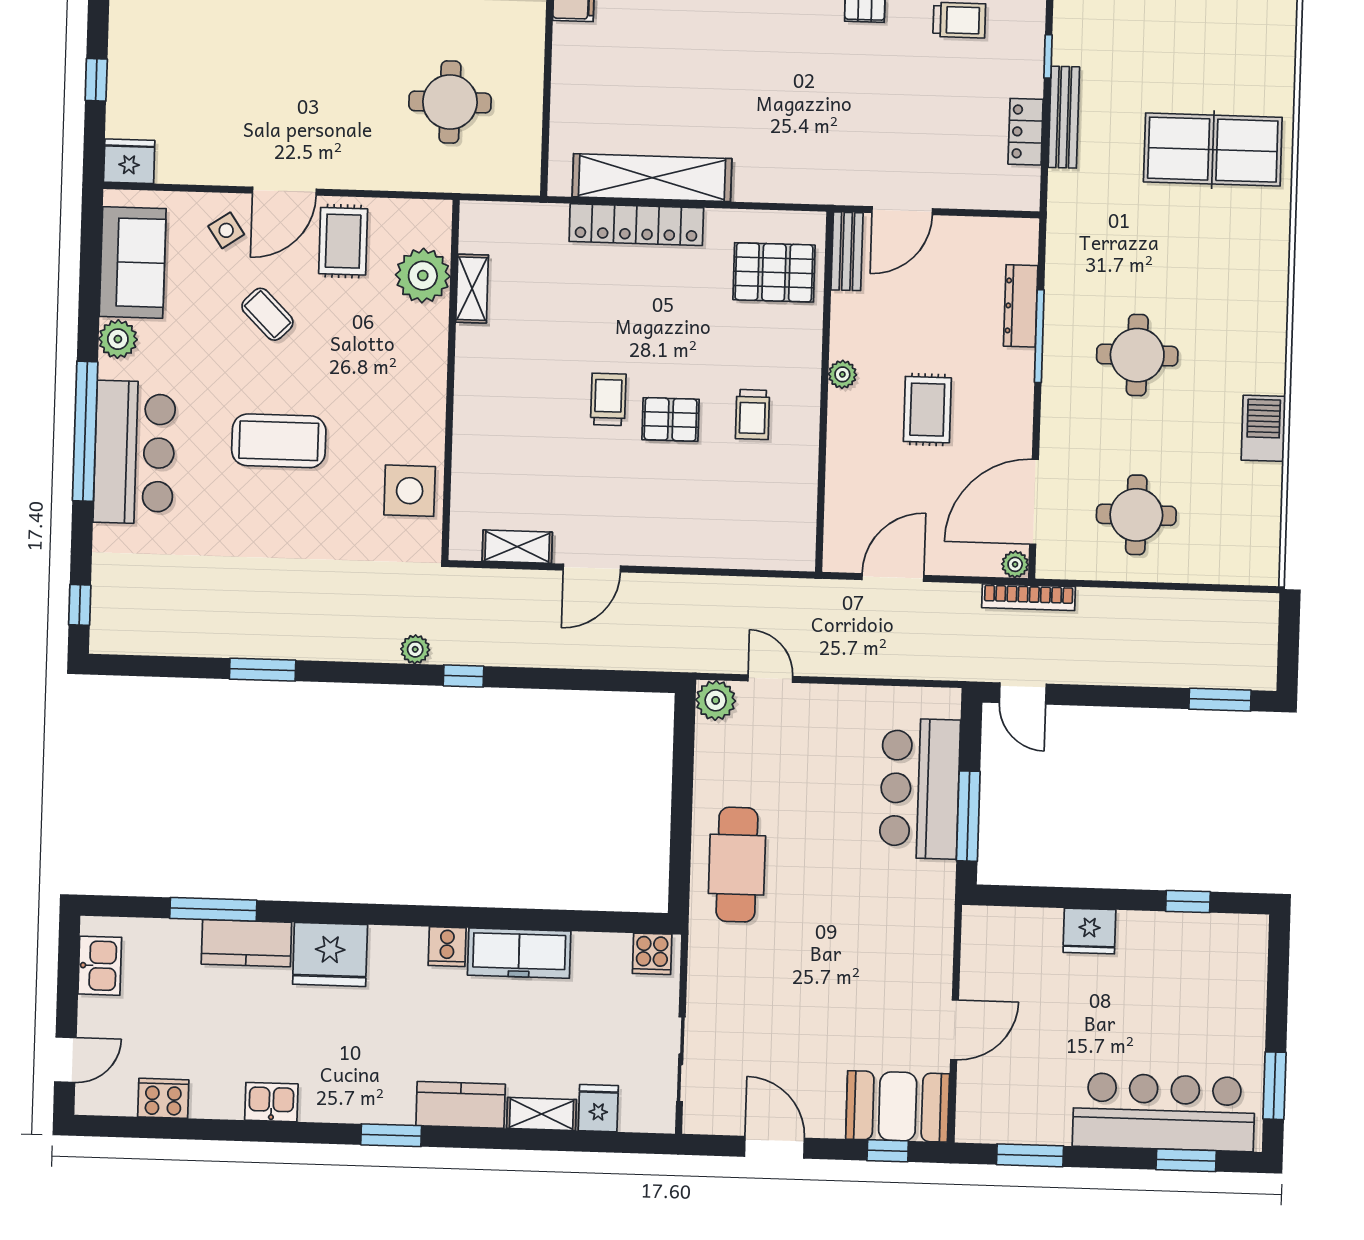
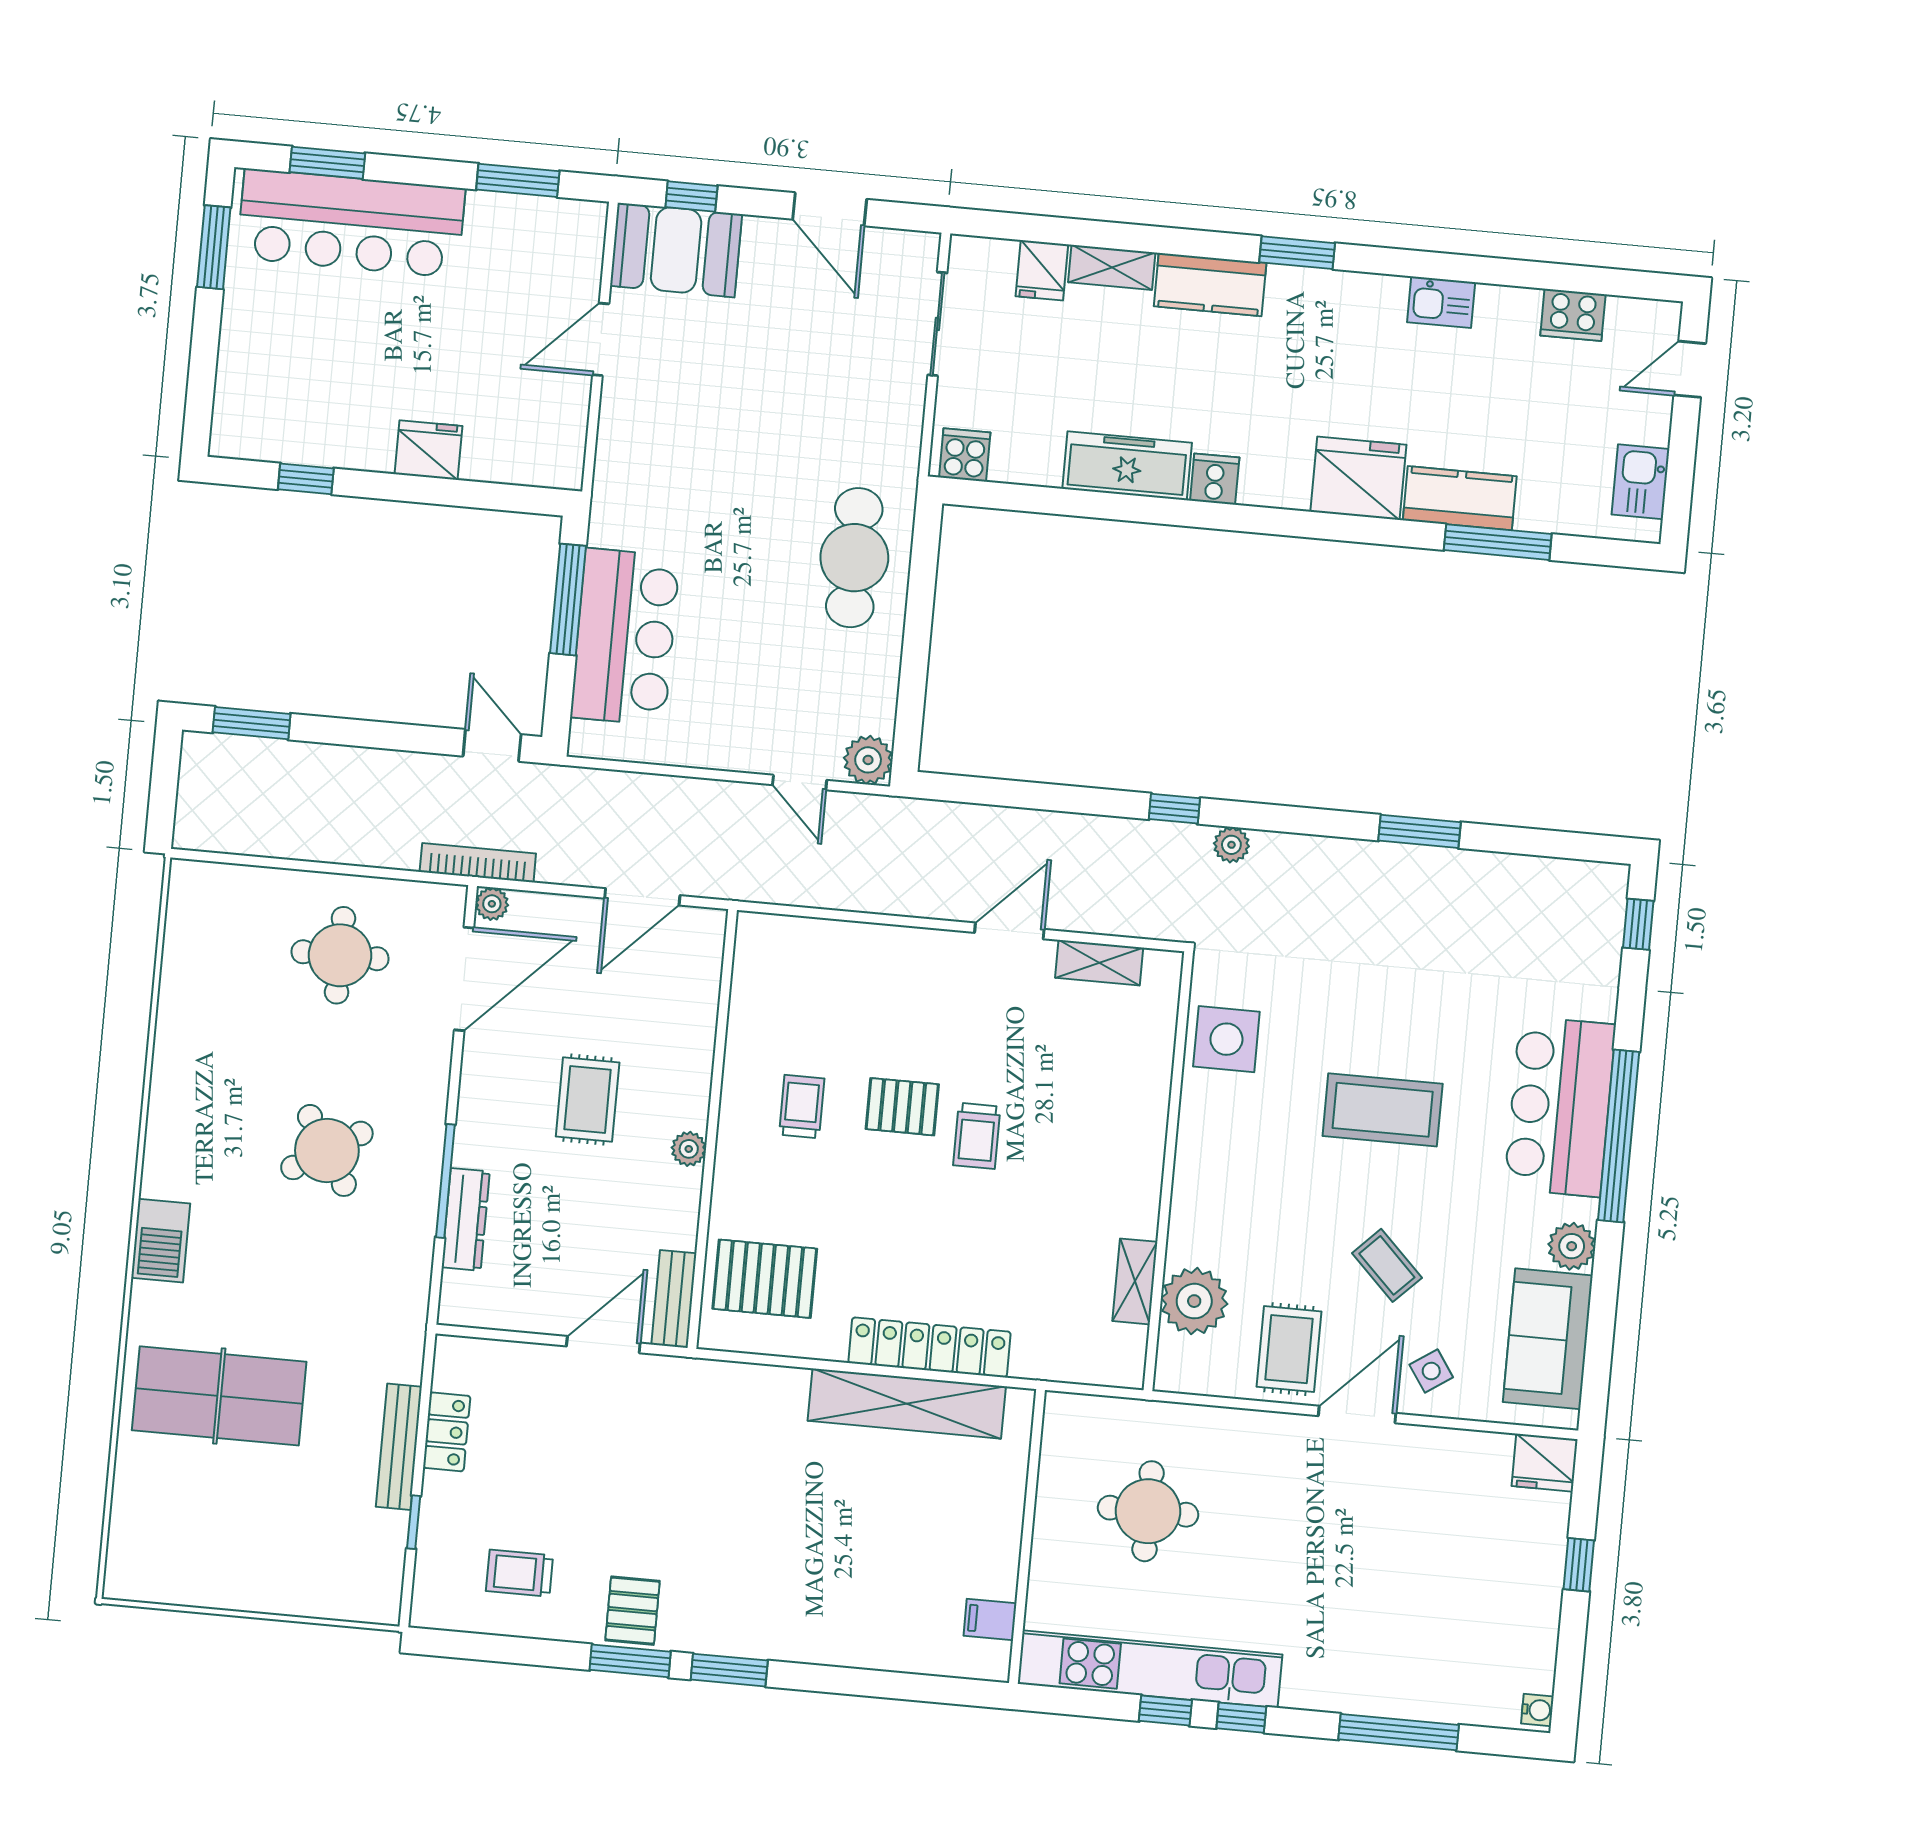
round table: (1137, 355) -> (327, 1150), turned -32
barbecue: (1263, 428) -> (161, 1241), moved

